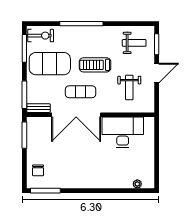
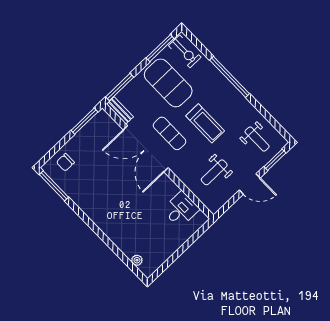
treadmill: (95, 65) -> (205, 123), turned 180
desk: (123, 132) -> (181, 209), width x0.53, depth x0.77

